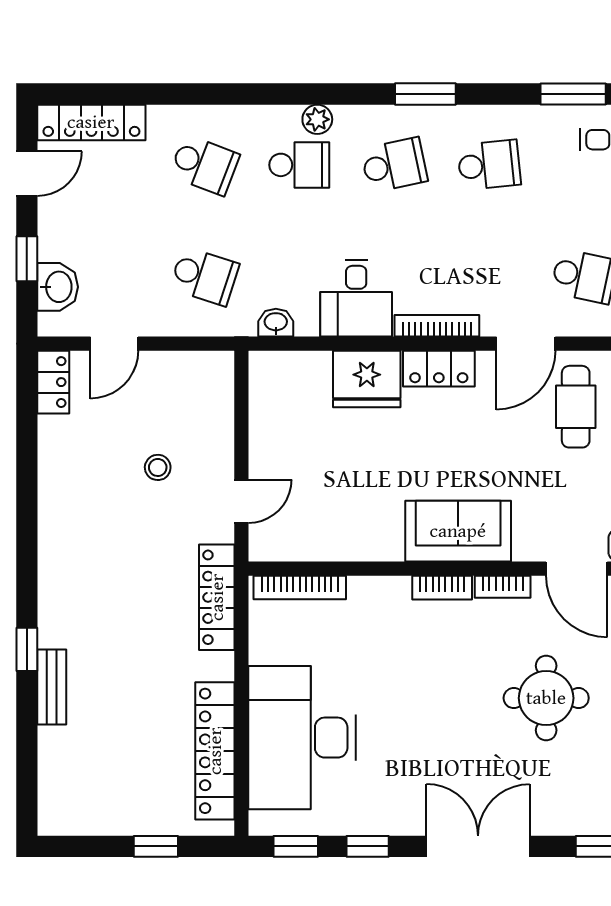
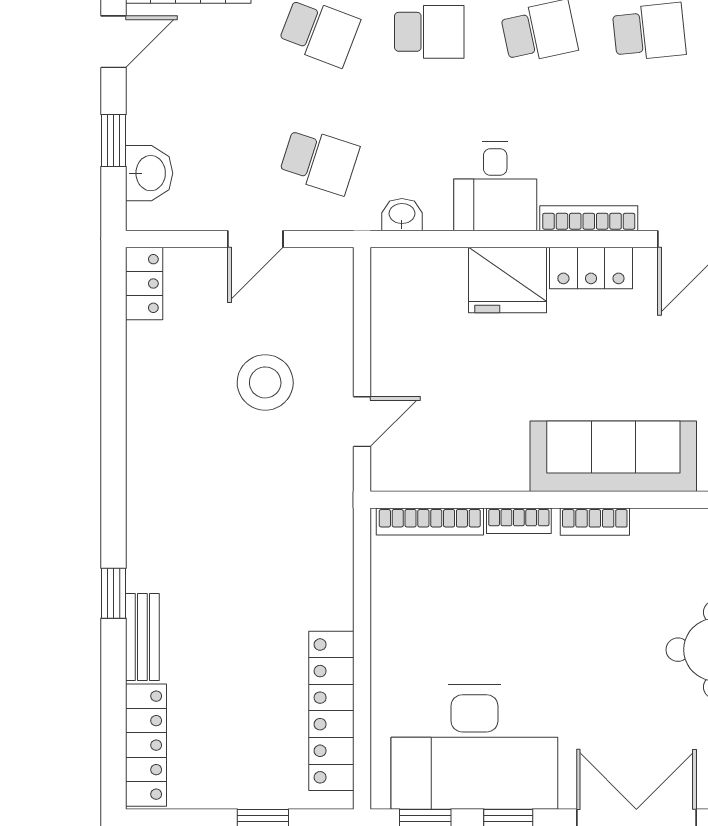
door: (114, 344) -> (255, 239), moved
stool: (158, 467) -> (265, 382), width x1.89, depth x1.89
sofa: (458, 531) -> (613, 456), width x1.36
bookcase: (503, 587) -> (519, 521), moved
locker: (217, 597) -> (146, 745), moved, turned 180
desk: (302, 738) -> (474, 747), moved, turned -90

